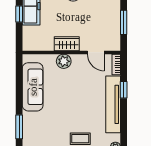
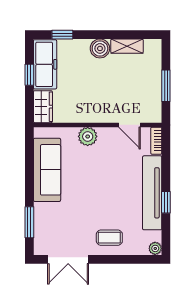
wardrobe: (67, 44) -> (43, 107), moved, turned 90
window: (124, 90) -> (166, 202), moved

